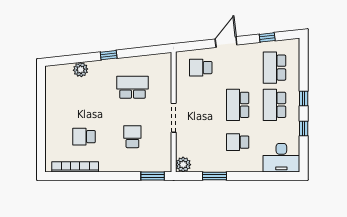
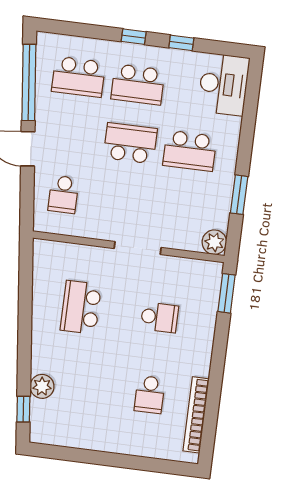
window: (267, 37) -> (29, 82), width x3.17
window: (109, 55) -> (23, 409), moved
school desk: (238, 105) -> (130, 143), turned 180
school desk: (132, 137) -> (159, 317), turned 180
school desk: (238, 142) -> (190, 151), width x1.85

